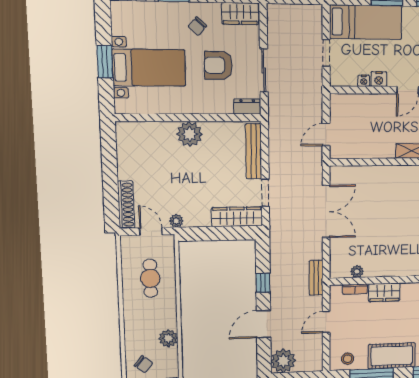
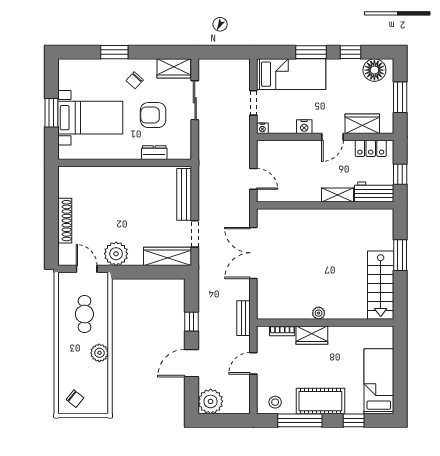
sliding door: (264, 70) -> (195, 100), moved
nightstand: (364, 81) -> (262, 128), moved
dresser: (247, 107) -> (154, 153), moved
plant: (190, 134) -> (125, 178), removed
door: (326, 135) -> (253, 179), swing flipped
shoe rack: (126, 205) -> (65, 221), moved
double door: (326, 212) -> (253, 253), swing flipped
plant: (176, 221) -> (116, 254), width x1.87, depth x1.87
plant: (357, 271) -> (319, 313), moved
plant: (168, 338) -> (99, 353), moved

